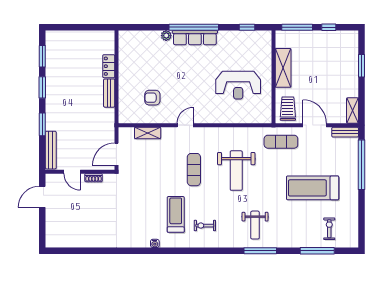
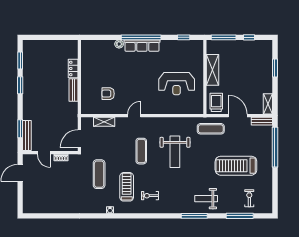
window: (42, 124) -> (20, 129), moved
exercise mat: (141, 199) -> (99, 174), added
weight bench: (255, 225) -> (206, 199), moved, turned 90

